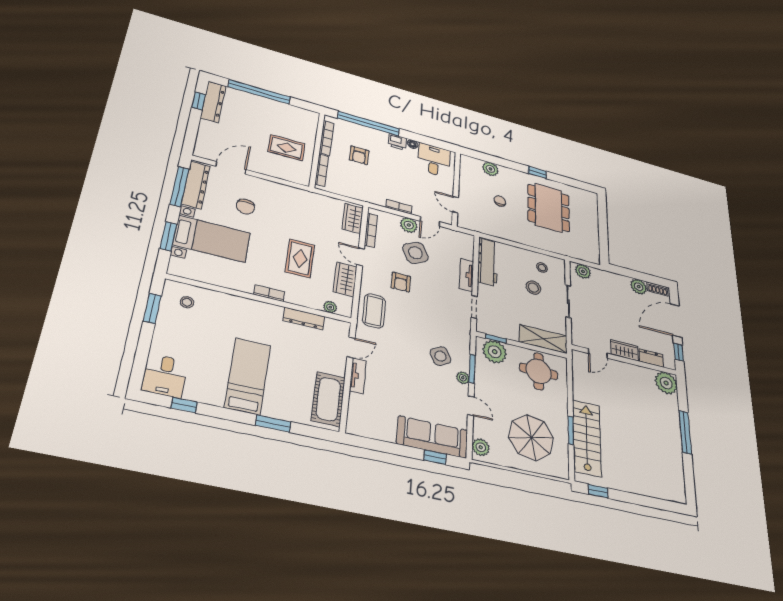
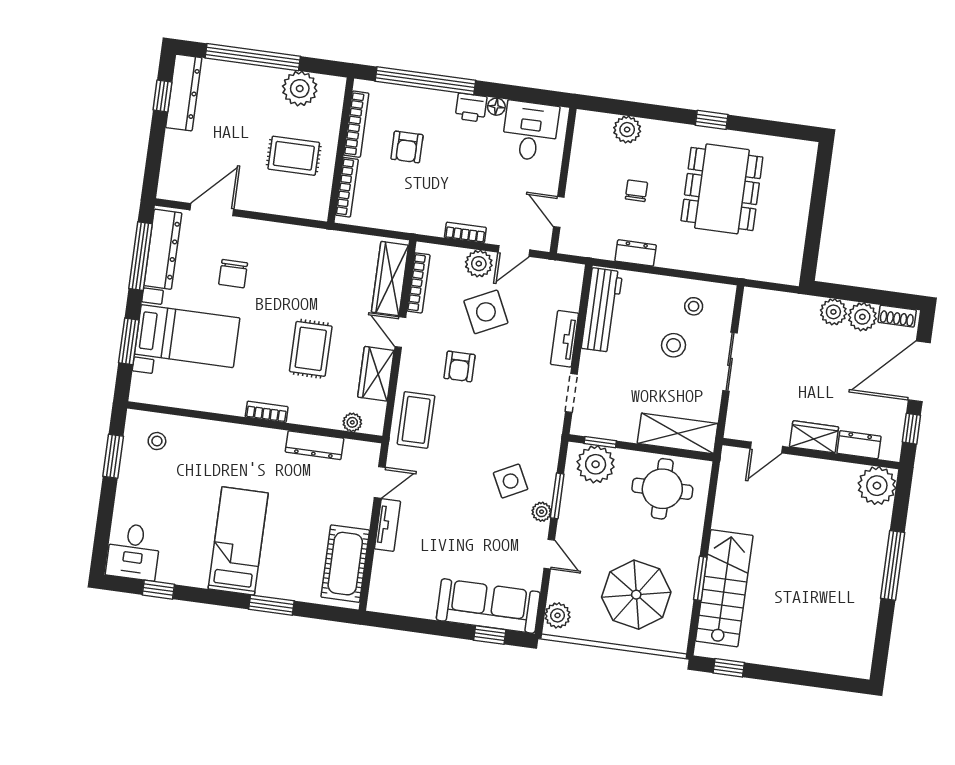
plant: (290, 113) -> (300, 89), added
wardrobe: (353, 218) -> (390, 279), width x1.50
dresser: (504, 234) -> (636, 253), added
plant: (583, 271) -> (833, 312), moved

